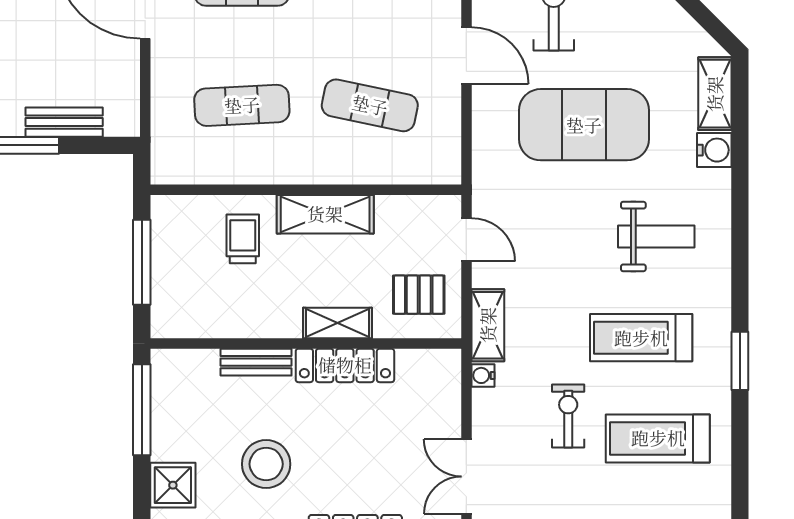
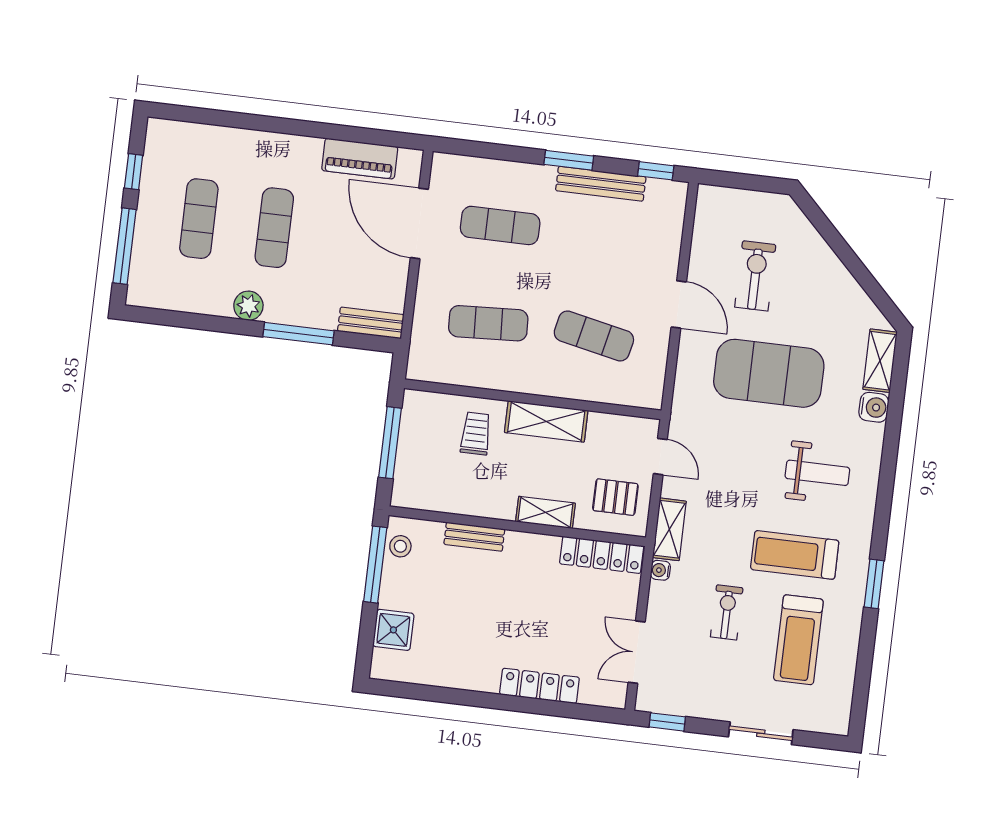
bench: (64, 122) -> (371, 323), moved
locker: (345, 365) -> (602, 555), moved
treadmill: (658, 438) -> (798, 640), turned -90
stool: (266, 464) -> (400, 546), moved, width x0.53, depth x0.53

